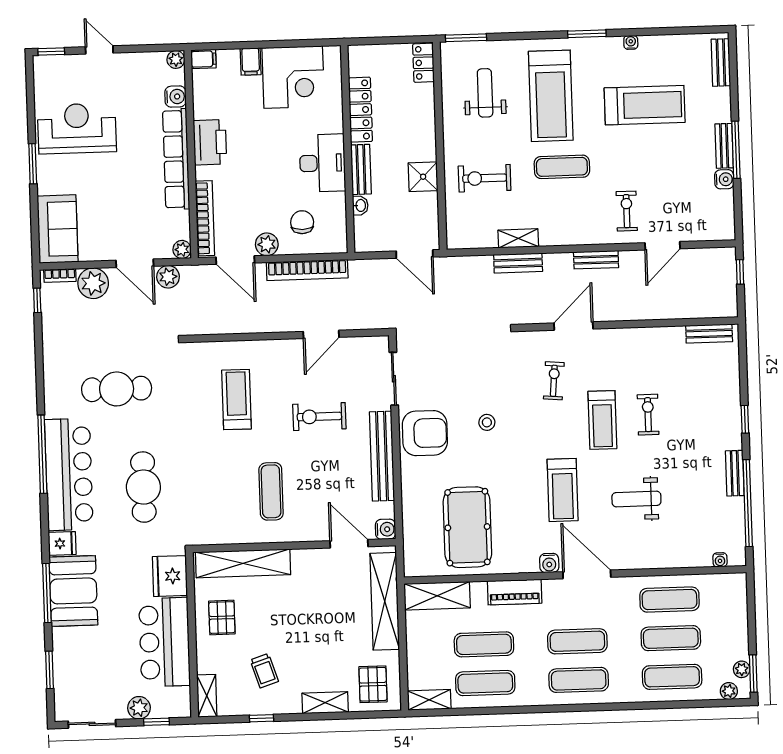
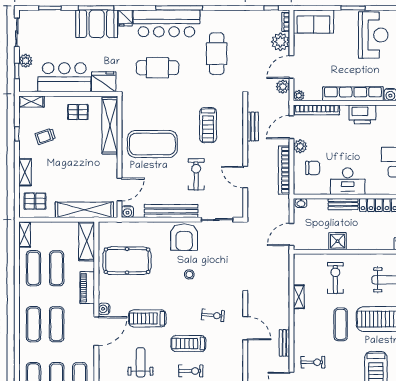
washbasin: (360, 205) -> (301, 203), moved
bench: (518, 263) -> (253, 127), moved
treadmill: (236, 399) -> (208, 125), turned 90
exercise mat: (271, 491) -> (152, 144), width x2.00, depth x1.45

